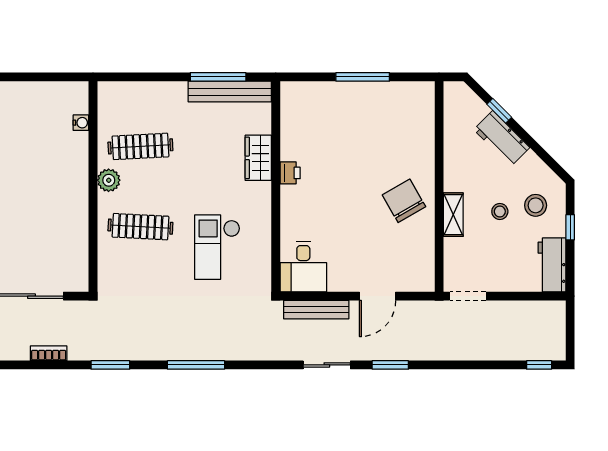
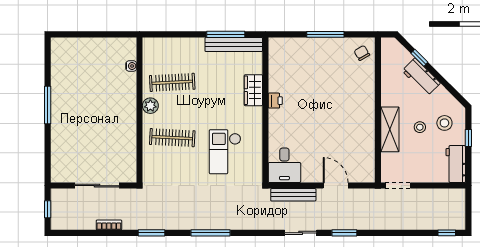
chair: (404, 201) -> (362, 53), moved, width x0.54, depth x0.54
shelving: (453, 215) -> (390, 129), width x1.50, depth x1.33
door: (378, 296) -> (336, 186), swing flipped

